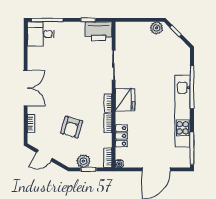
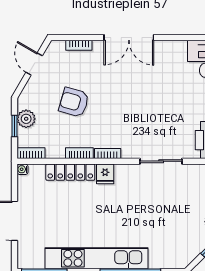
fridge: (125, 100) -> (105, 174), width x0.53, depth x0.75
locker: (121, 136) -> (70, 172), width x1.53

